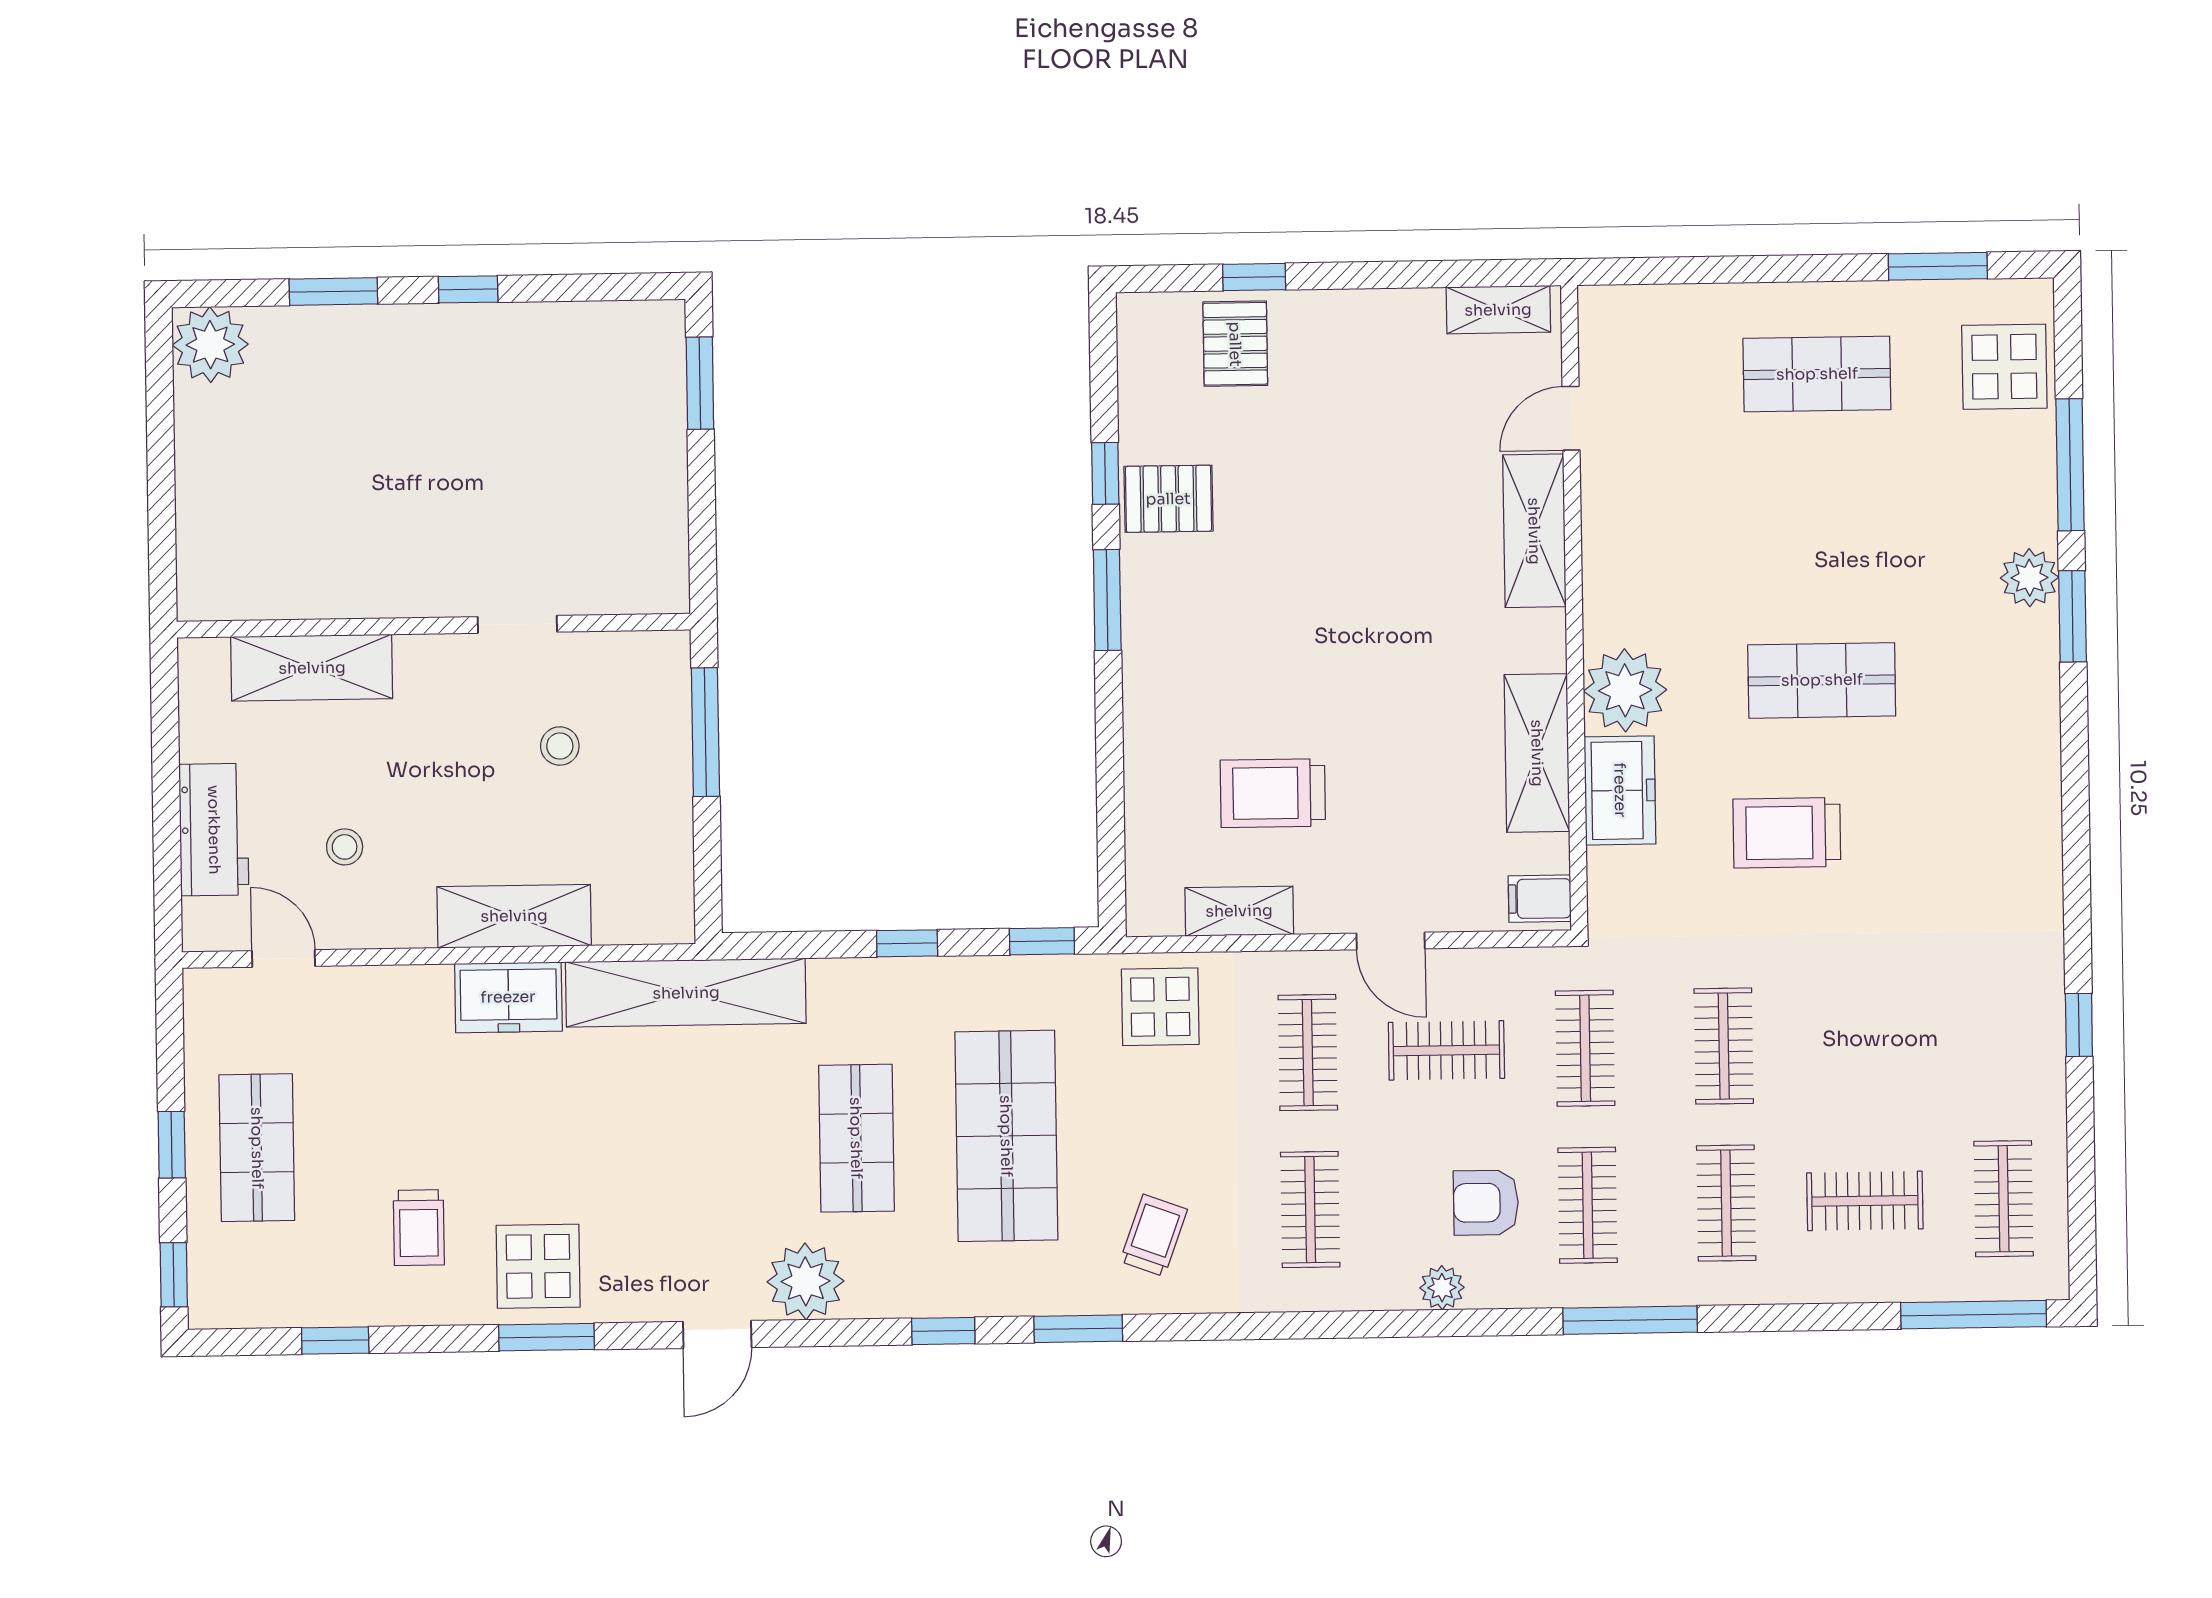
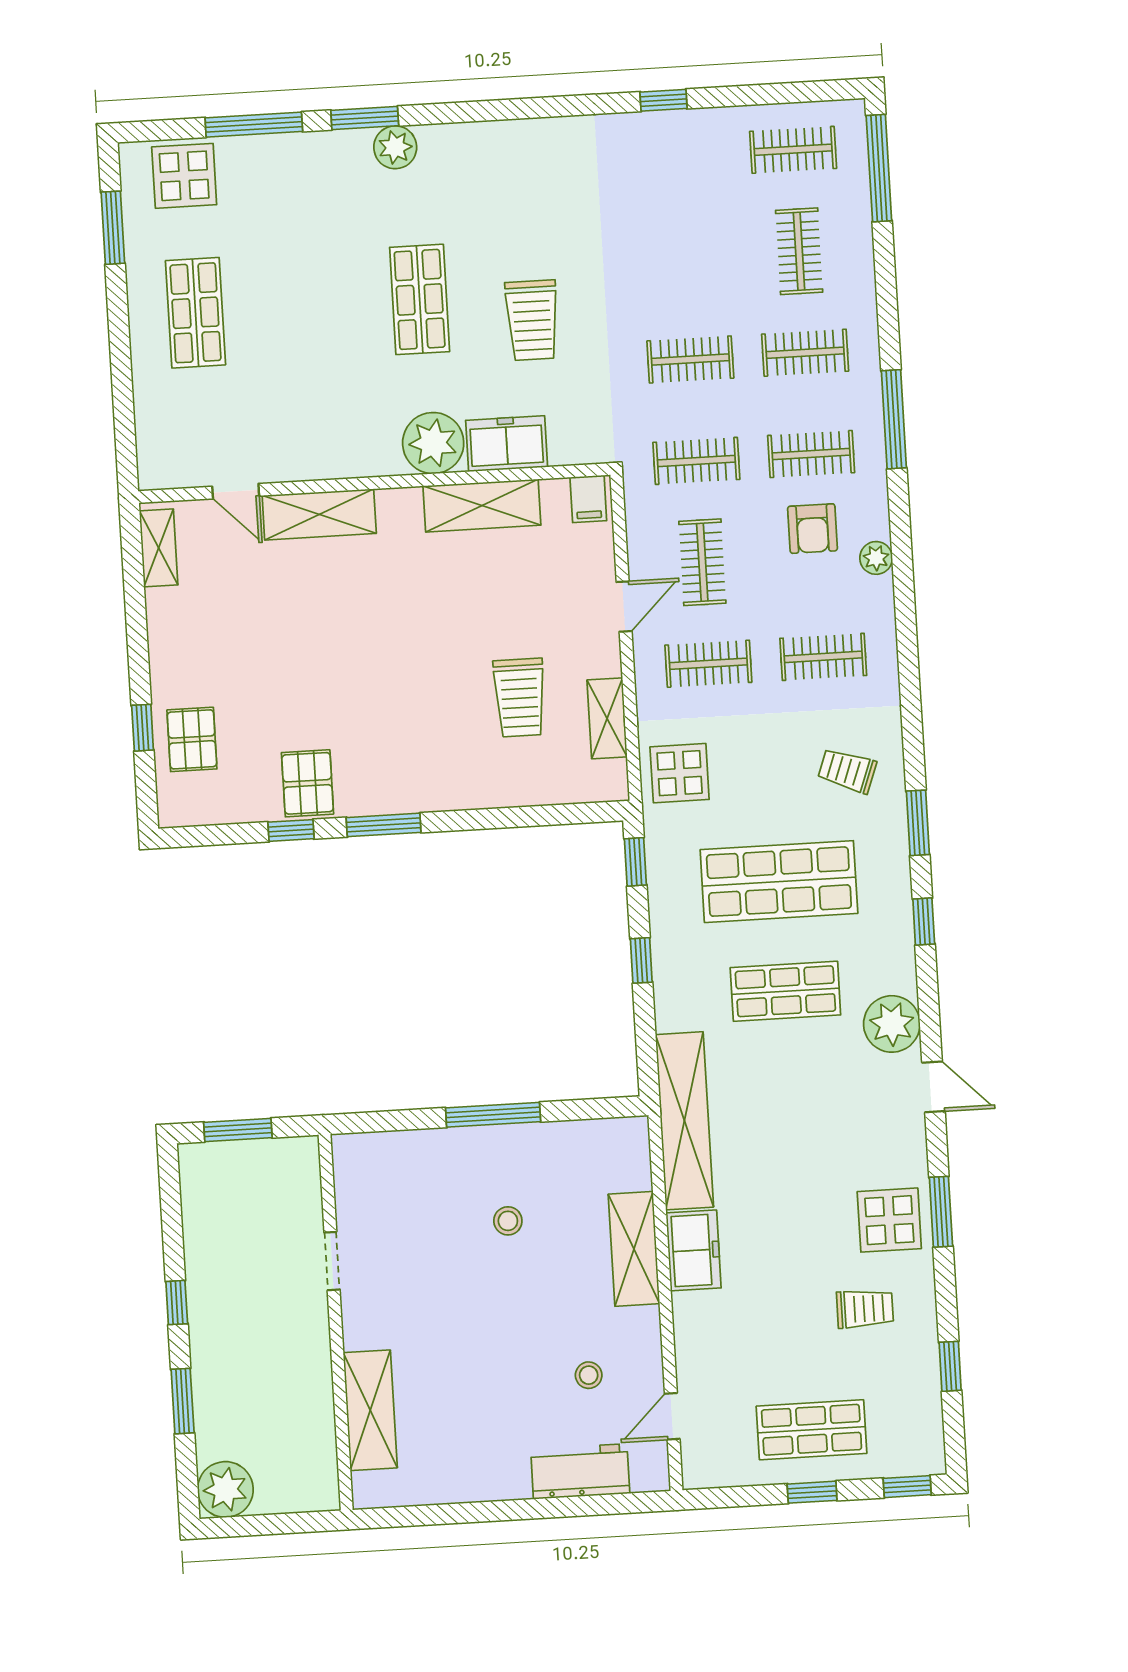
pallet: (1235, 344) -> (192, 739), turned 90
plant: (2029, 578) -> (395, 147), moved
doorway: (517, 624) -> (332, 1261), moved
wall: (434, 626) -> (336, 1322), moved
shelving: (312, 668) -> (370, 1410), moved

